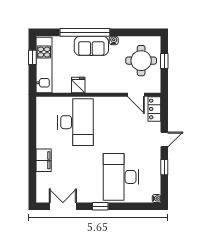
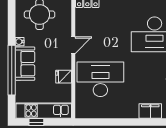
door: (136, 95) -> (73, 45), moved
filing cabinet: (44, 160) -> (150, 111), moved

